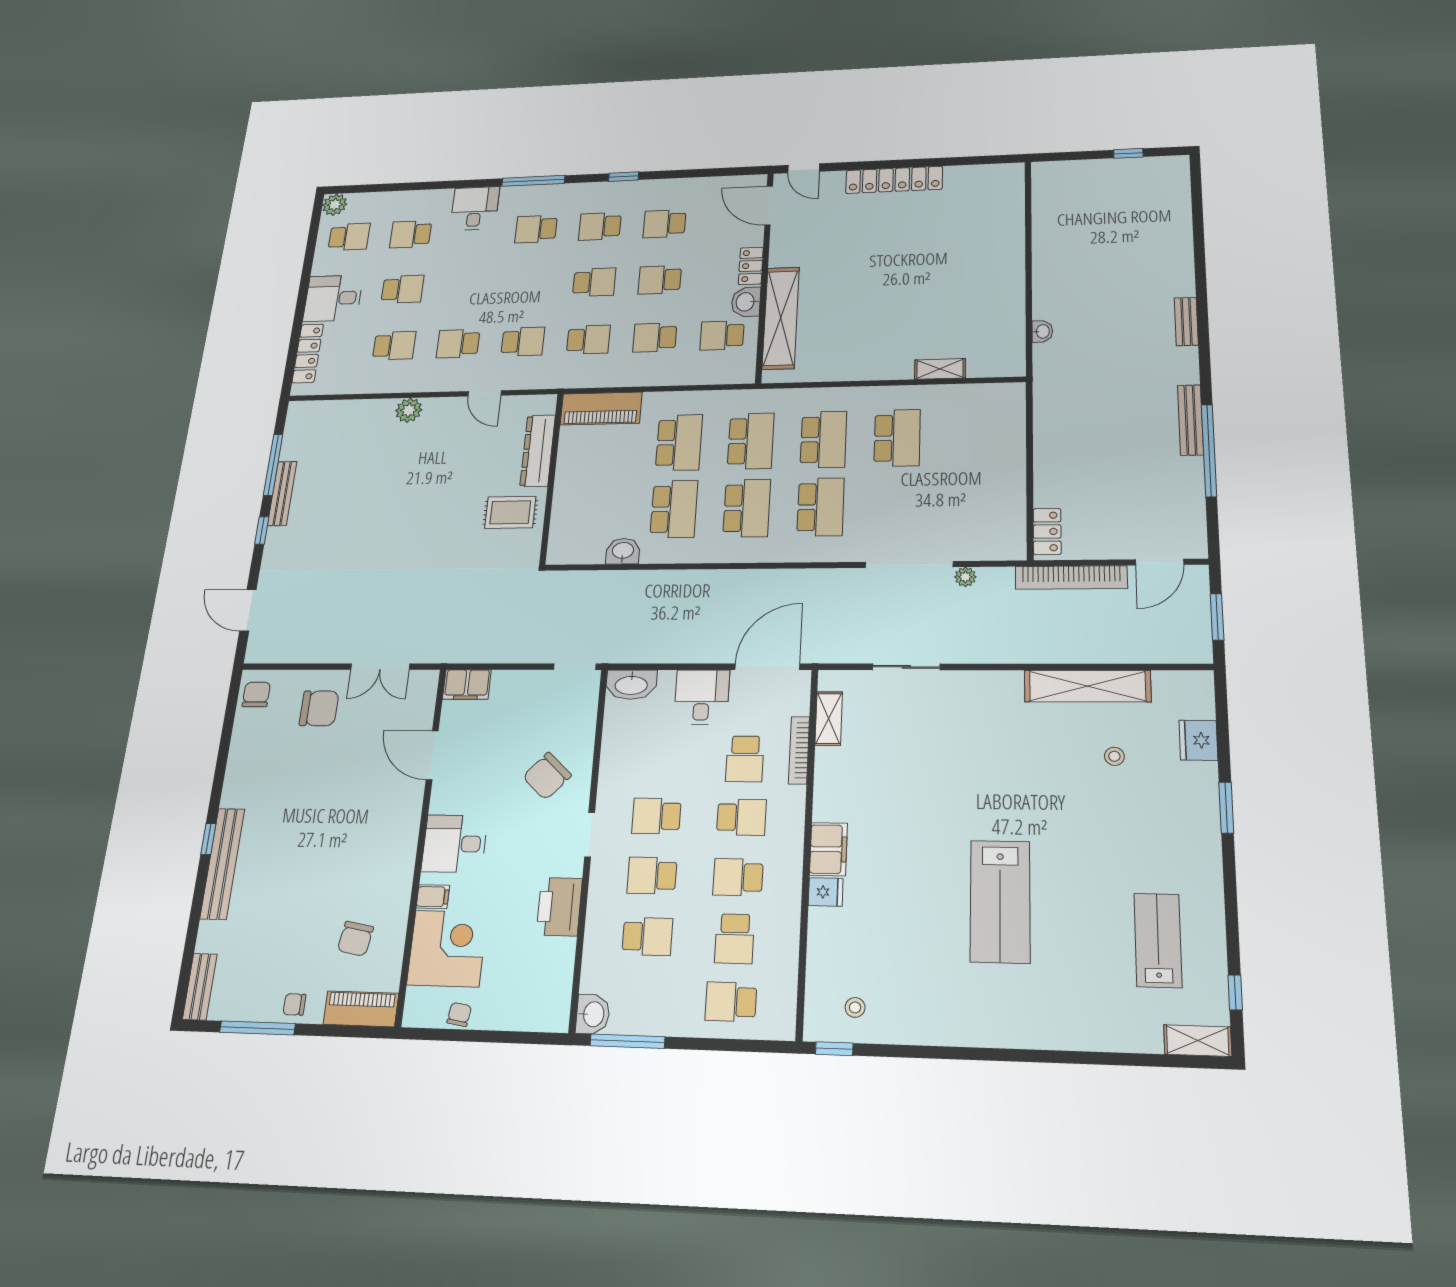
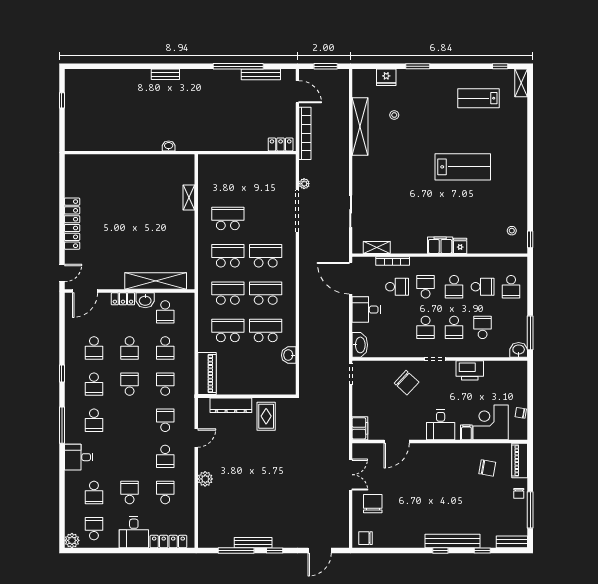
bench: (1190, 420) -> (261, 74), moved
window: (194, 924) -> (482, 550), added

